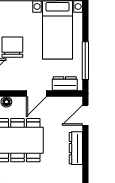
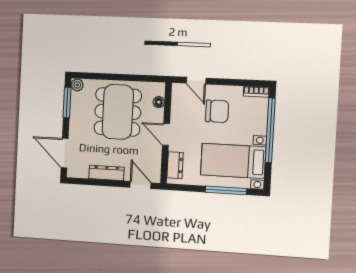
window: (85, 61) -> (226, 190), moved

